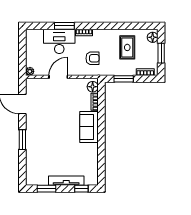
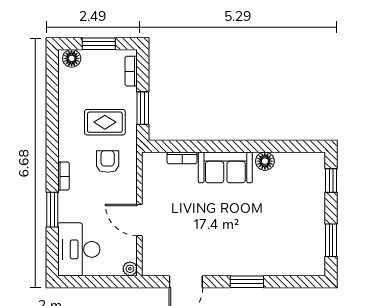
desk: (59, 41) -> (79, 249), moved
rug: (127, 47) -> (105, 122), moved
floor lamp: (93, 87) -> (265, 161), moved
tv unit: (66, 181) -> (317, 206), removed

